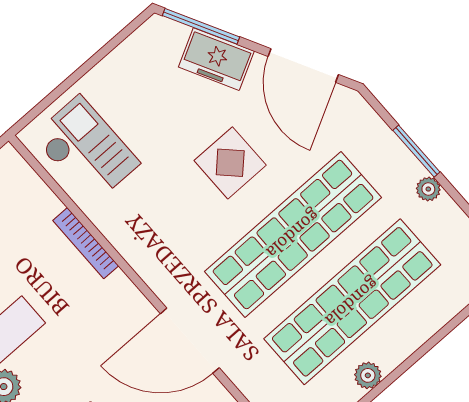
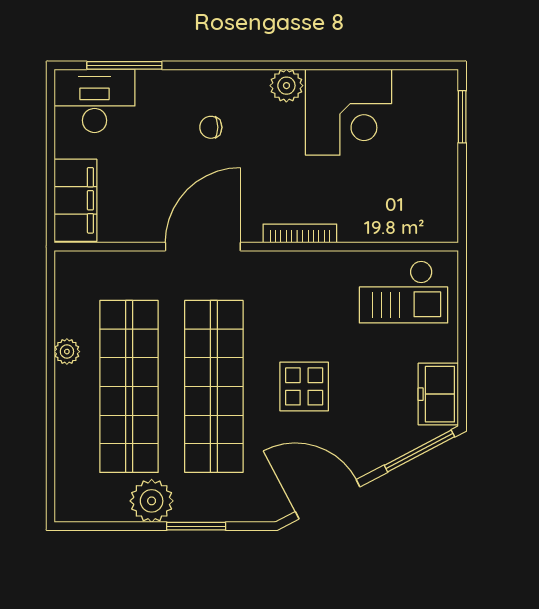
freezer: (216, 59) -> (438, 394), moved, turned -62
plant: (428, 189) -> (152, 501), width x1.88, depth x1.88
bookcase: (86, 243) -> (300, 234), moved

